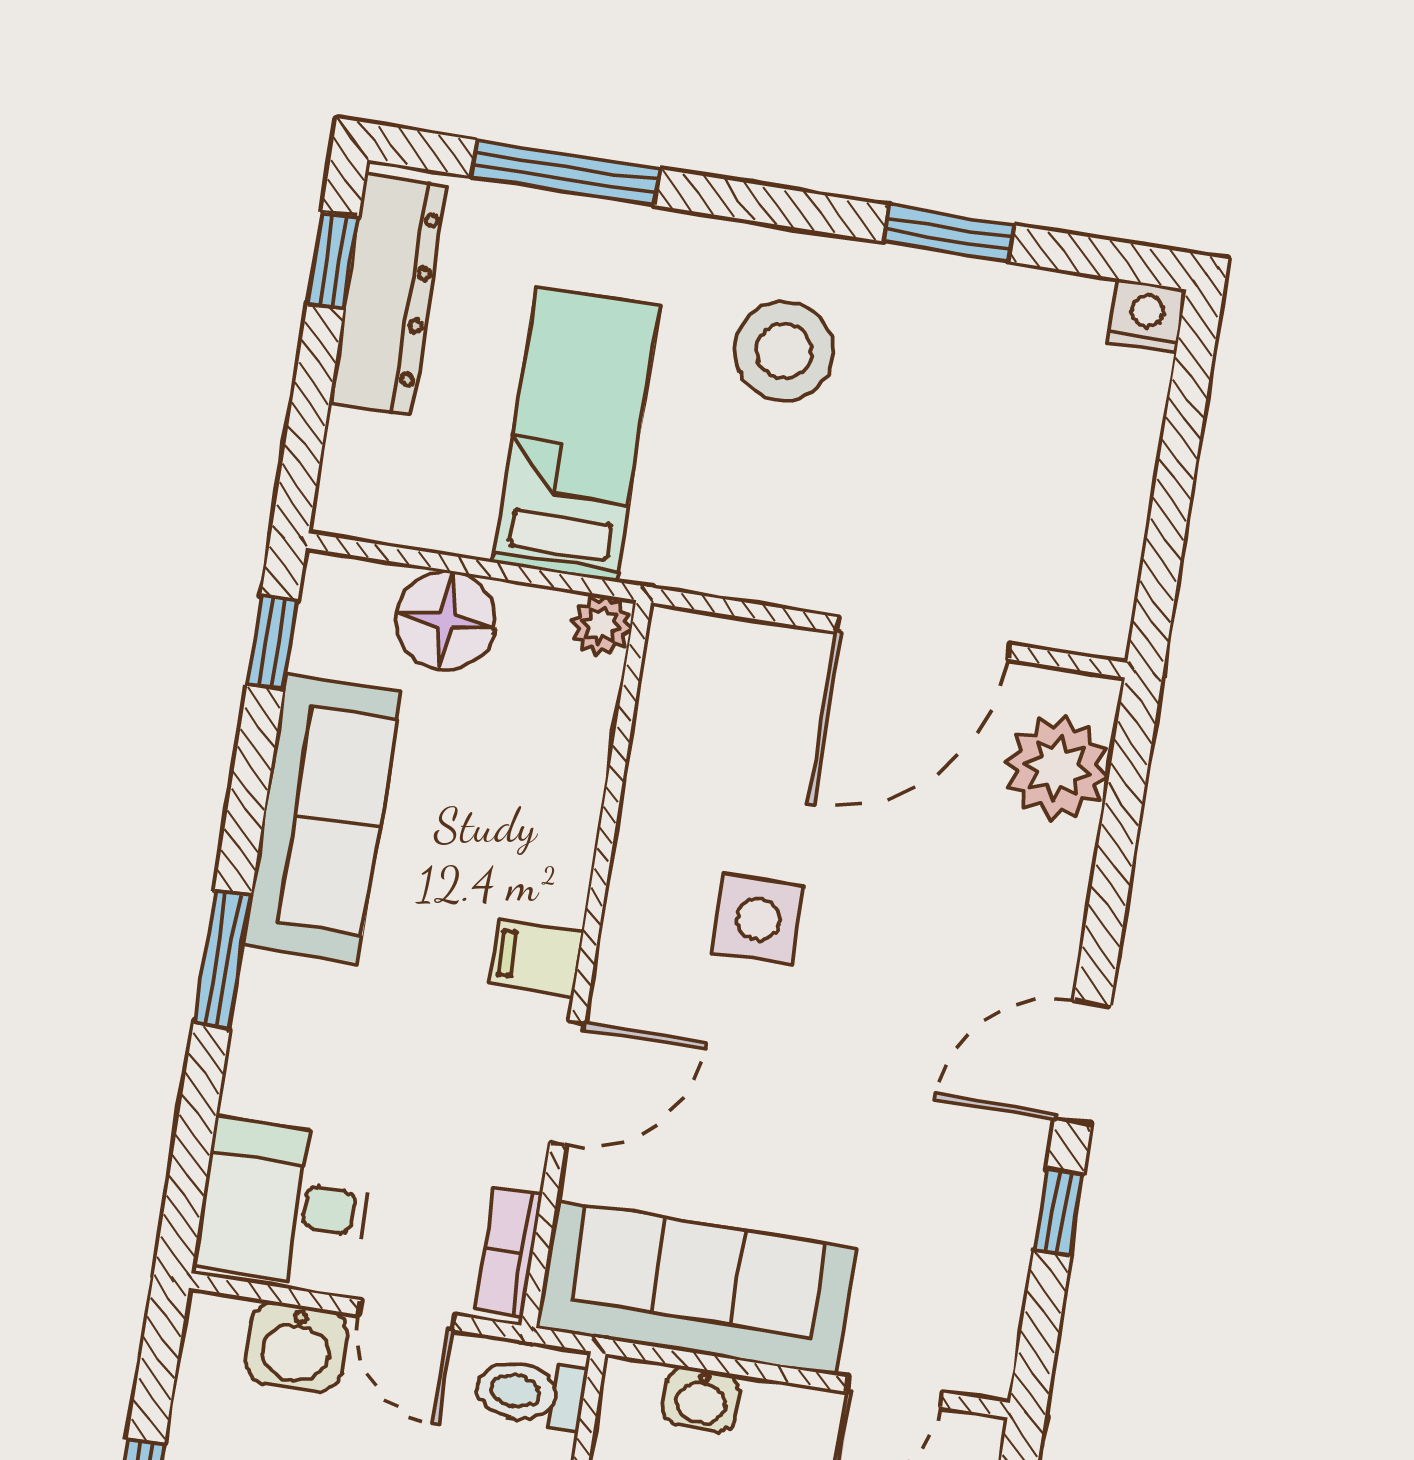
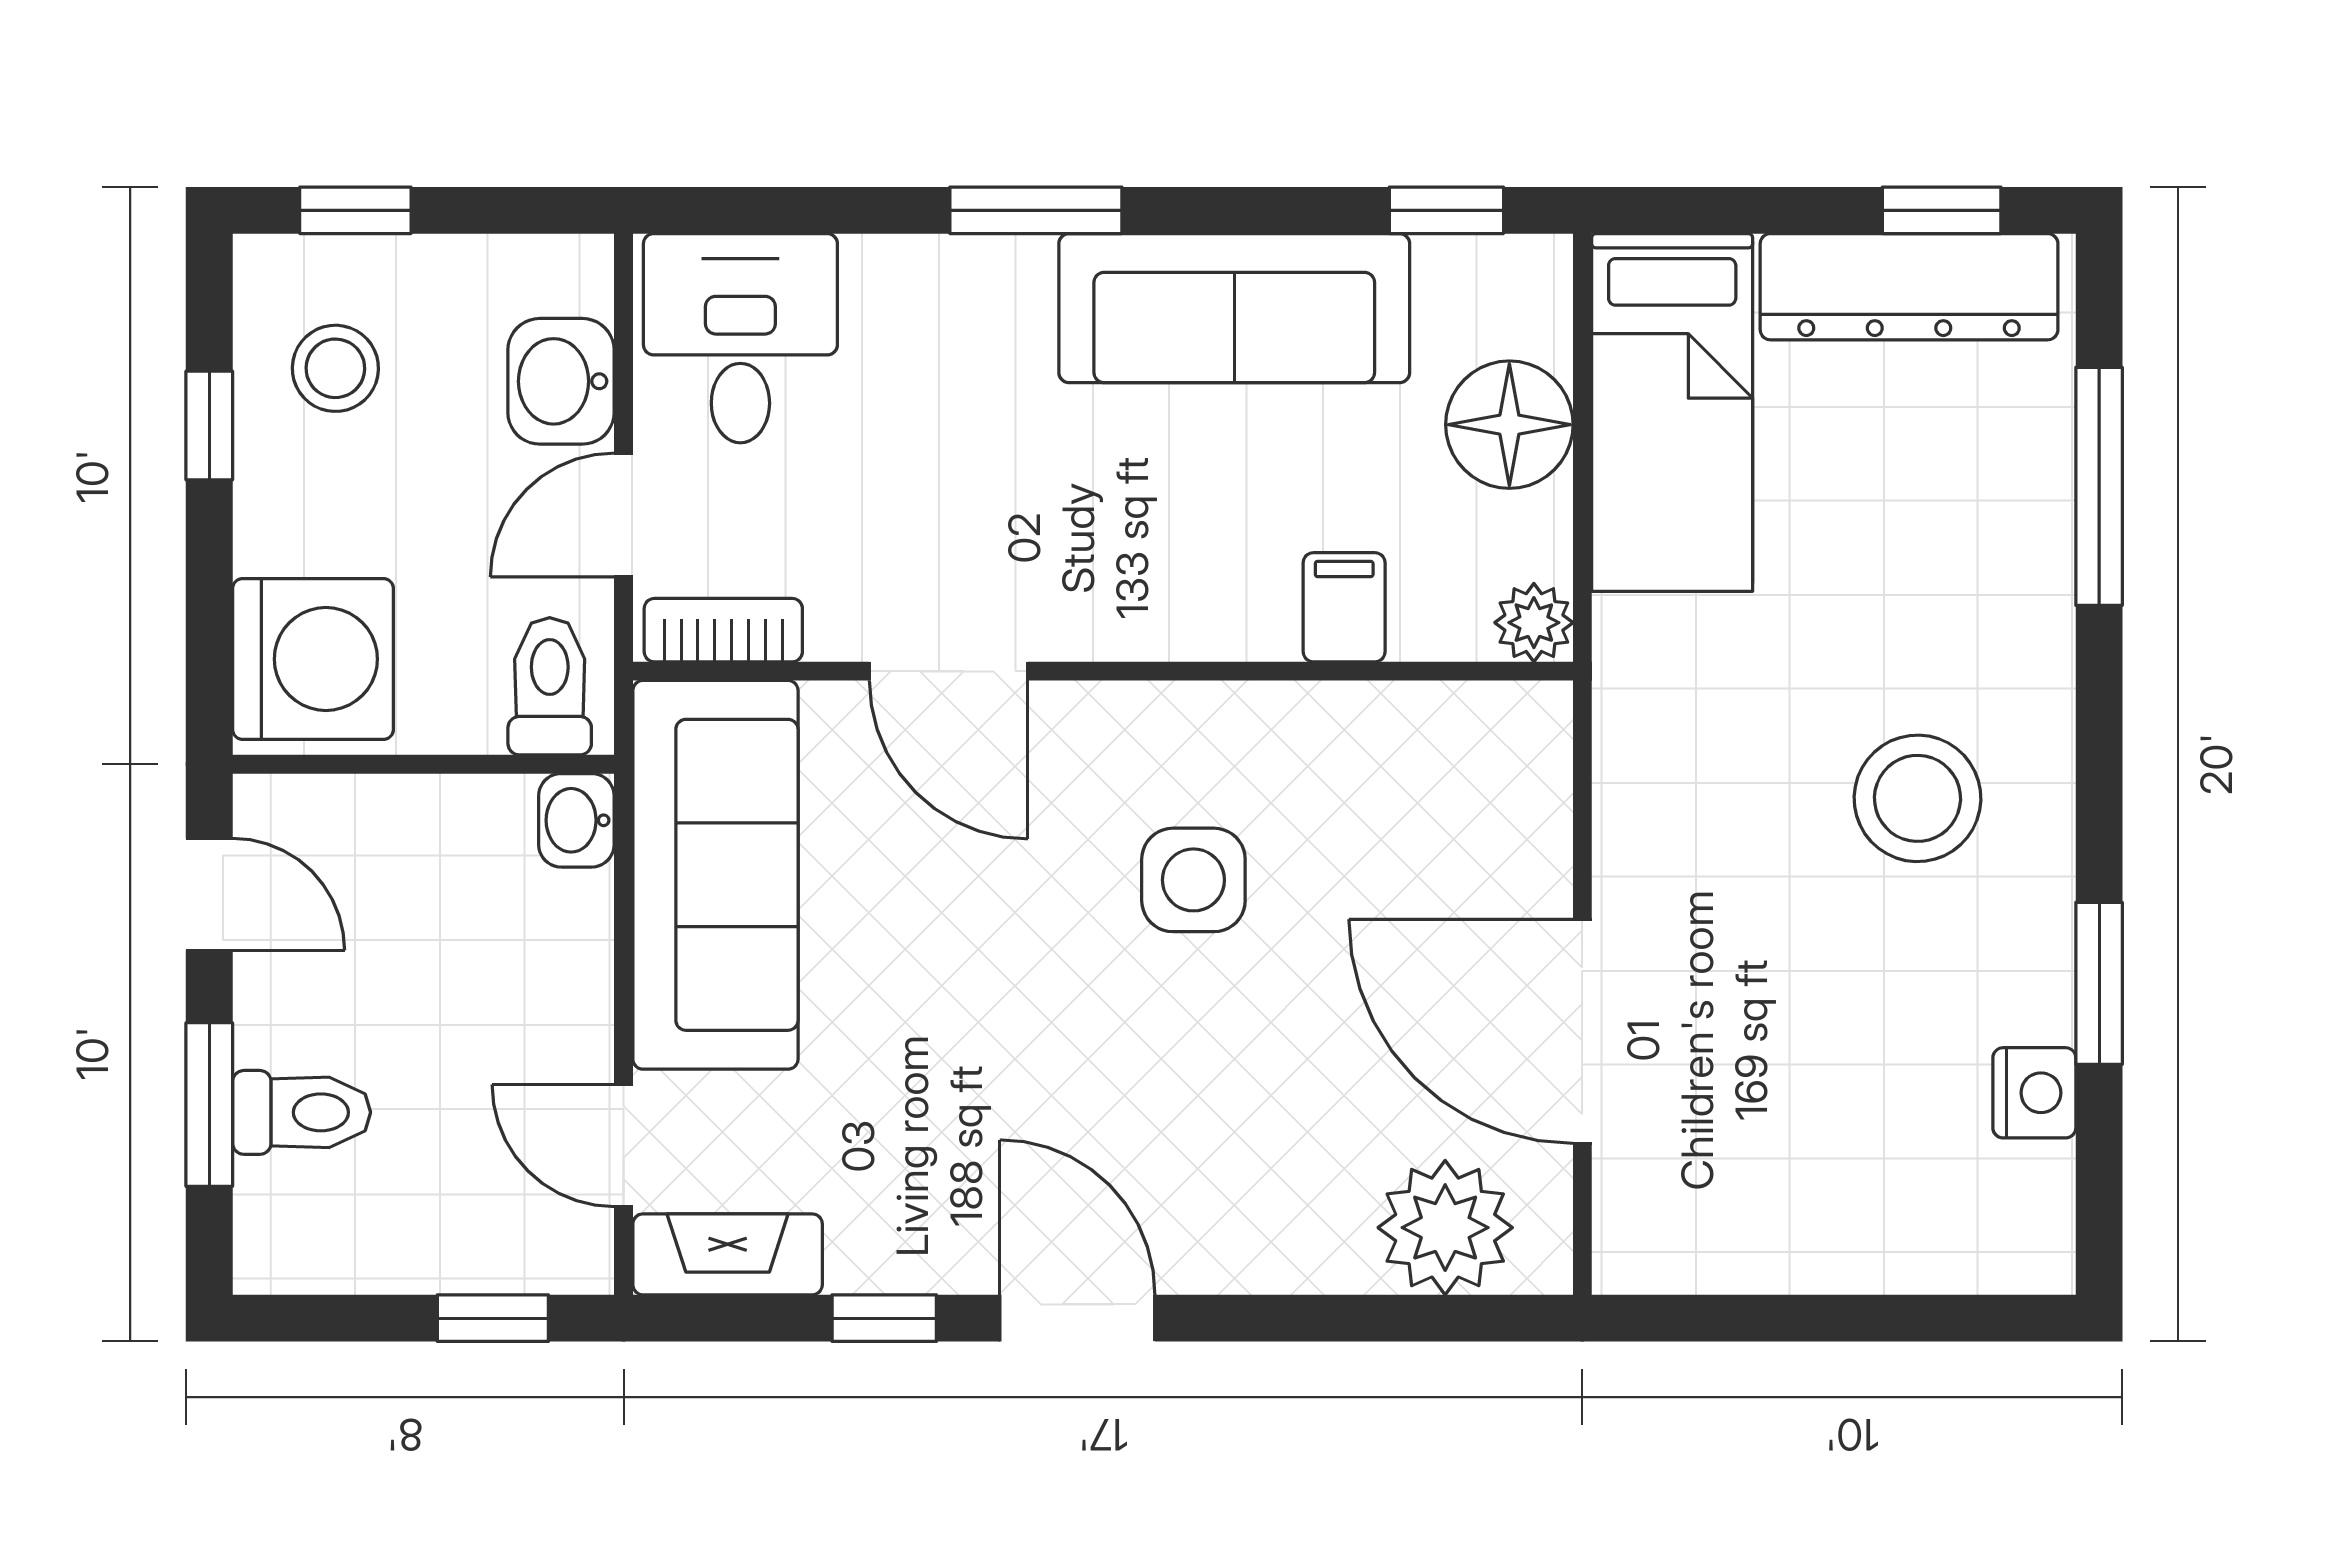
nightstand: (1147, 316) -> (2034, 1093), moved
bed: (576, 434) -> (1672, 412), moved, turned 90
filing cabinet: (537, 958) -> (1344, 607), moved
fireplace: (990, 1325) -> (728, 1254), added
washbasin: (701, 1399) -> (576, 820), moved

